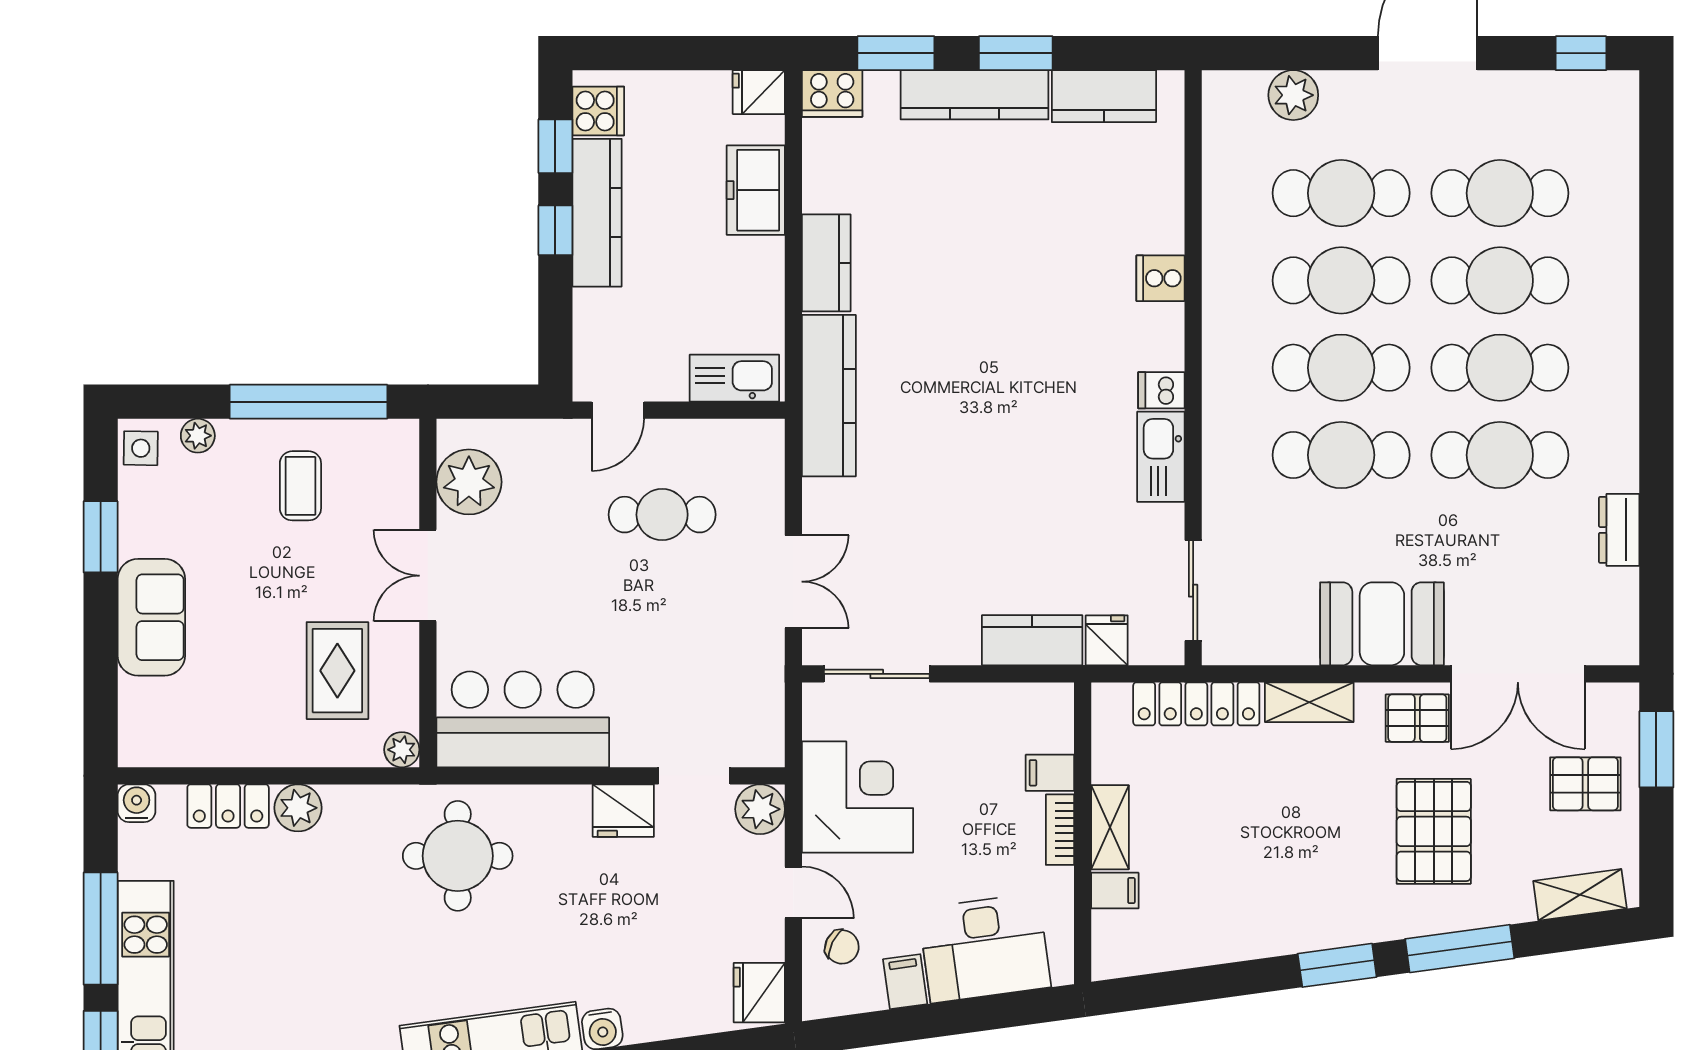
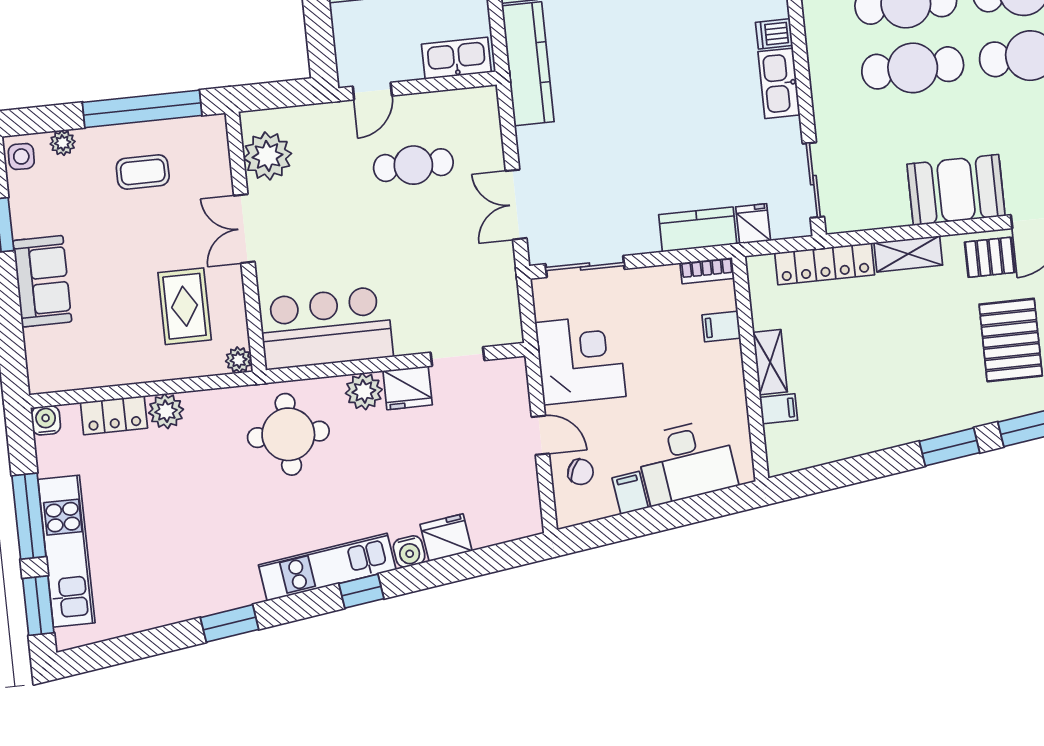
coffee table: (300, 486) -> (143, 172), turned 90
double door: (793, 582) -> (516, 205), swing flipped
plant: (760, 809) -> (364, 391), moved
bookcase: (1060, 830) -> (707, 271), moved, turned -90
fridge: (759, 993) -> (446, 538), moved, turned 82

